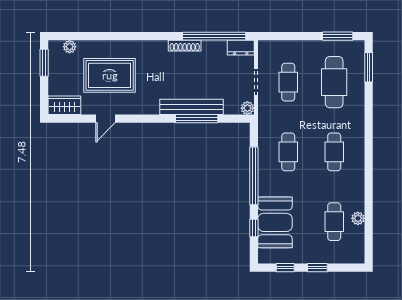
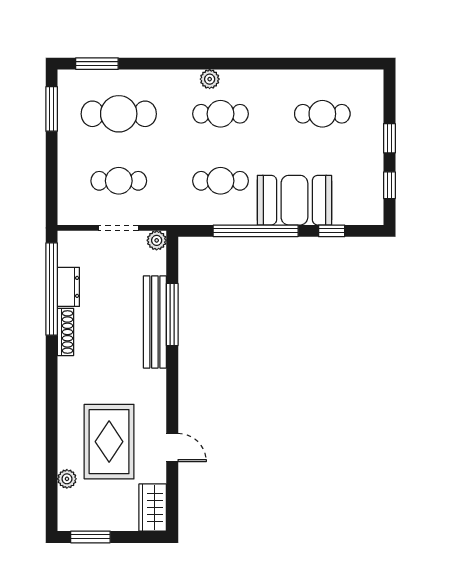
plant: (70, 47) -> (67, 479), moved
dresser: (241, 48) -> (68, 287), moved
plant: (358, 218) -> (210, 79), moved
booth: (275, 222) -> (294, 200), moved

